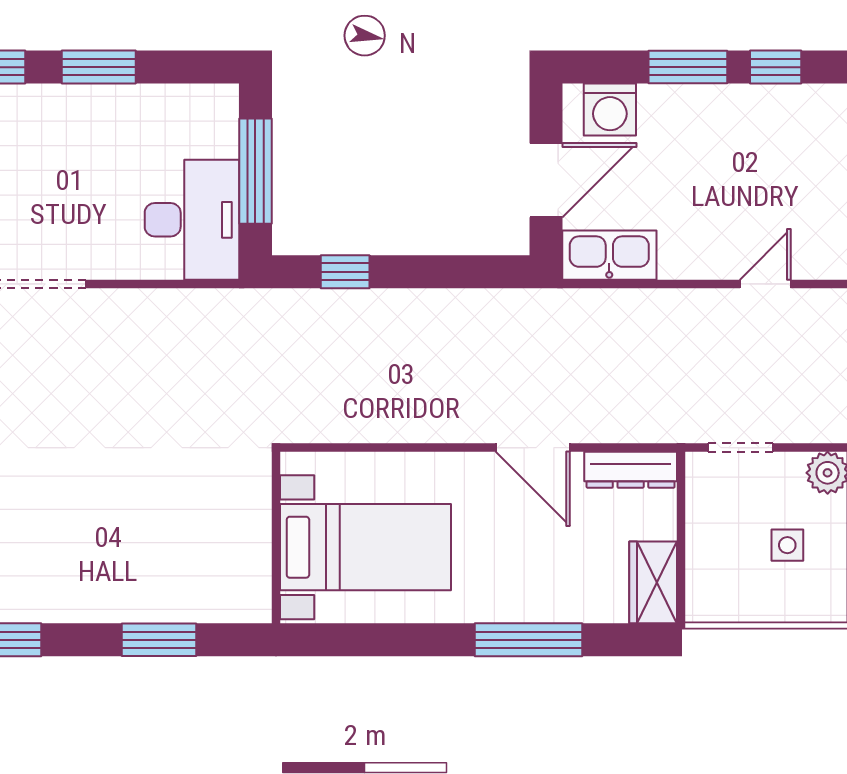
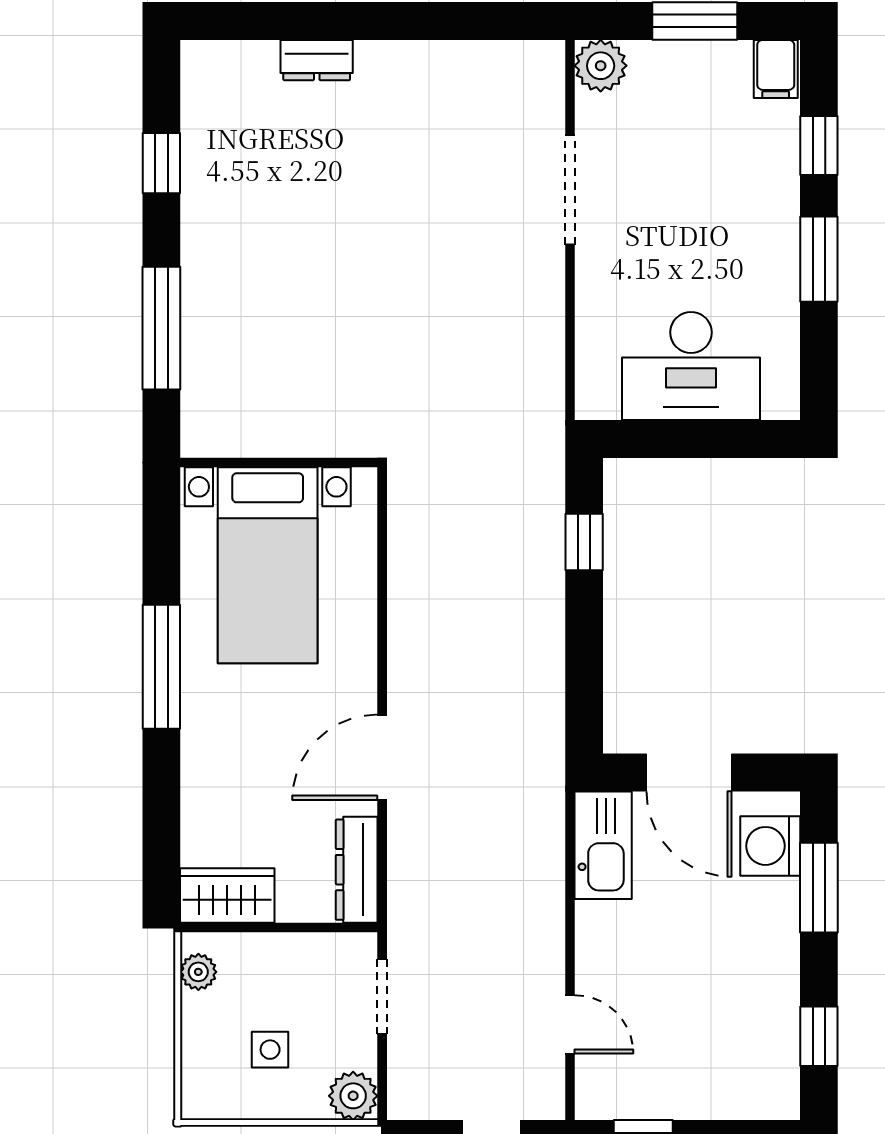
window: (688, 67) -> (819, 888), moved
window: (255, 171) -> (699, 439), removed
desk: (192, 220) -> (691, 366), moved
plant: (720, 608) -> (198, 972), added
window: (159, 640) -> (161, 328), width x1.44
window: (529, 640) -> (161, 667), moved

